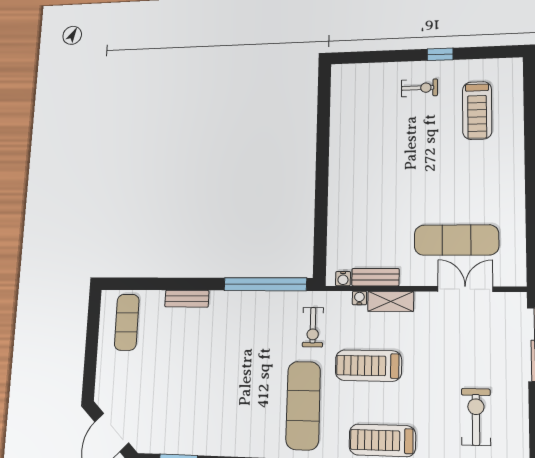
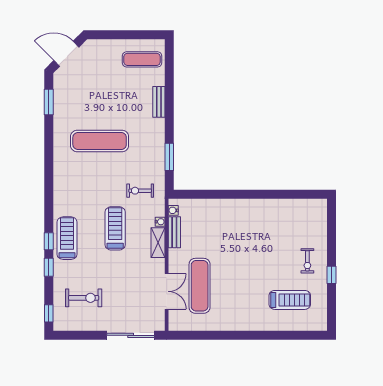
treadmill: (477, 110) -> (290, 300), turned 180
window: (265, 284) -> (169, 157), width x0.47
exercise mat: (303, 405) -> (100, 141), moved

